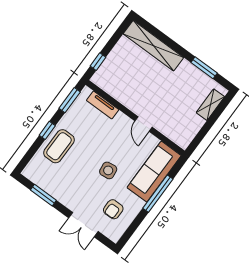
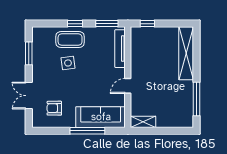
window: (204, 68) -> (196, 99), width x1.44
tv unit: (103, 105) -> (120, 49), width x1.41
shelving: (210, 105) -> (143, 122), moved
side table: (108, 170) -> (68, 63), moved

